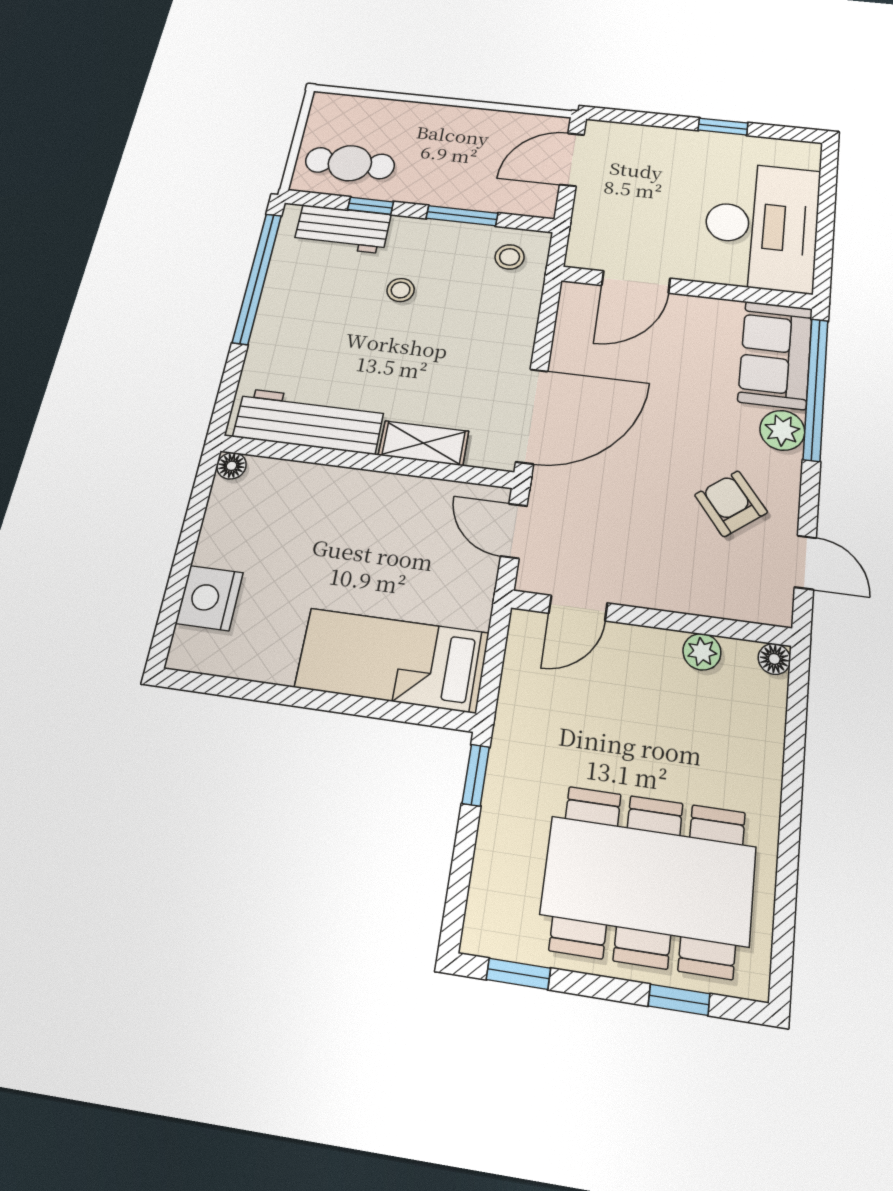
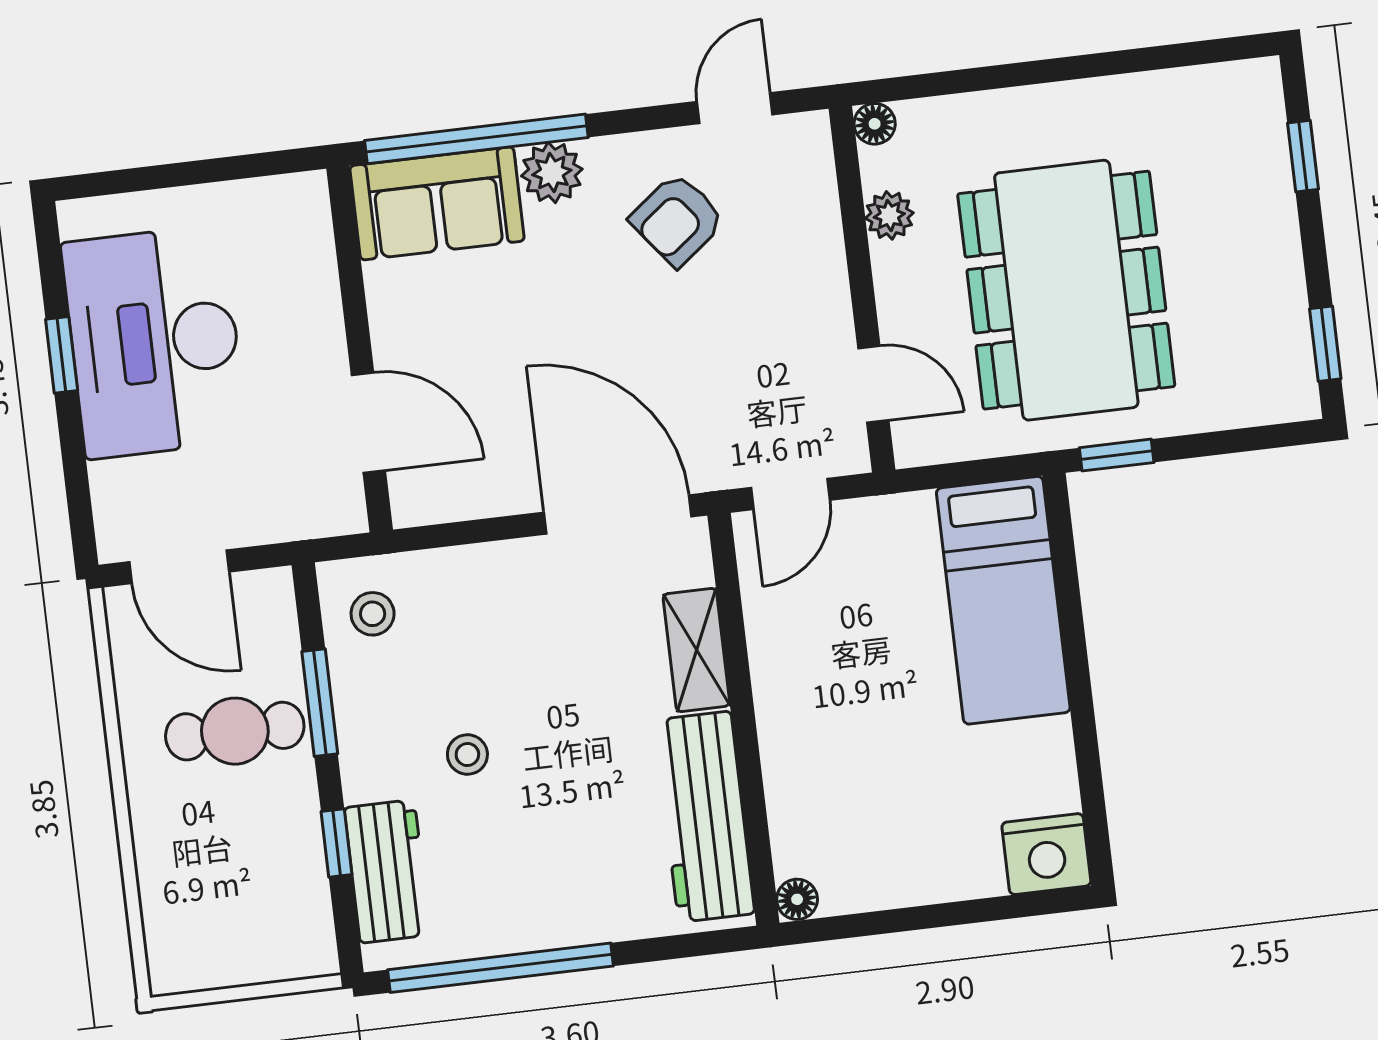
cafe table: (350, 163) -> (235, 731), moved, turned 90
desk: (762, 226) -> (154, 342), moved, turned -90
nightstand: (209, 598) -> (1046, 854), moved
dining table: (649, 880) -> (1066, 290), moved

